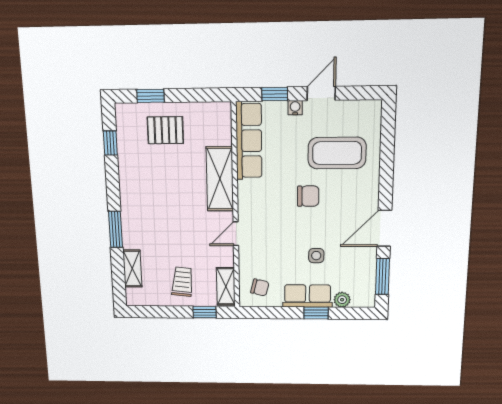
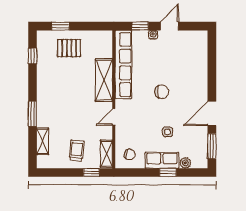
row of seats: (249, 141) -> (123, 64), width x1.36
coffee table: (337, 153) -> (180, 64), removed

